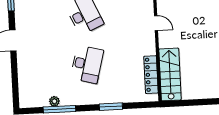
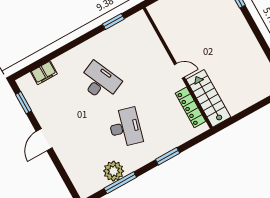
door: (156, 23) -> (179, 71), moved
plant: (54, 101) -> (114, 171), width x1.87, depth x1.87

